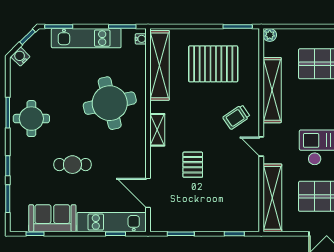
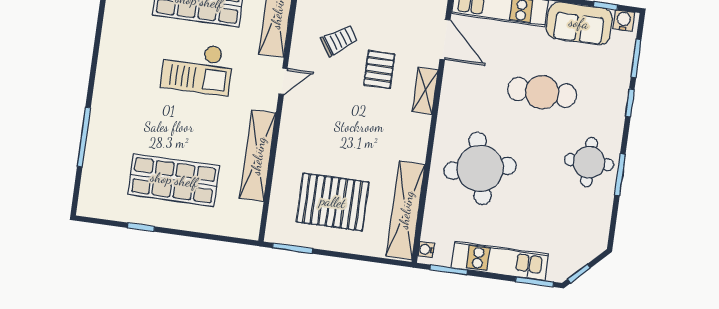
plant: (270, 35) -> (251, 231), removed
water cooler: (20, 57) -> (624, 20), moved, turned -135
trolley: (236, 117) -> (339, 40), moved
shelving: (157, 130) -> (425, 91), moved
door: (261, 146) -> (283, 81), hinge flipped
cafe table: (72, 165) -> (542, 92), width x1.37, depth x1.35

